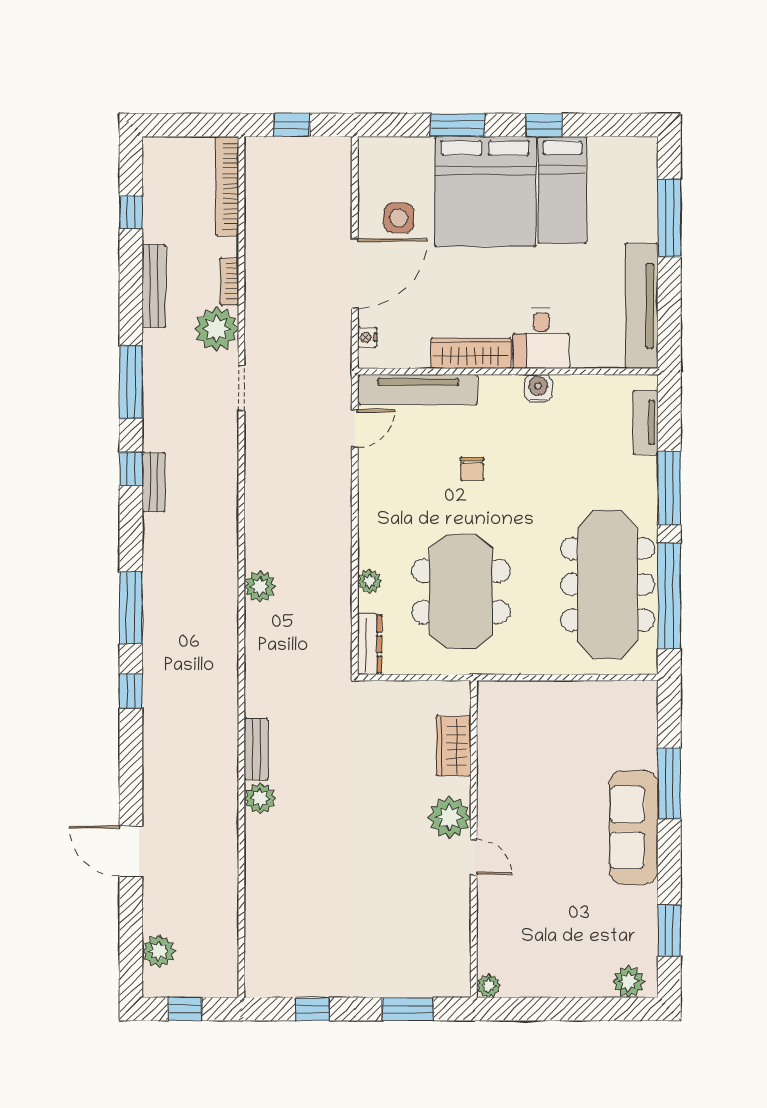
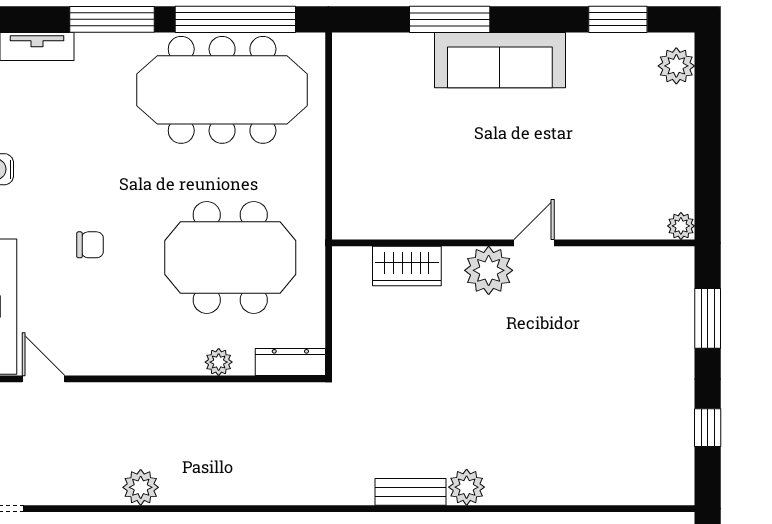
plant: (260, 587) -> (141, 487), moved

